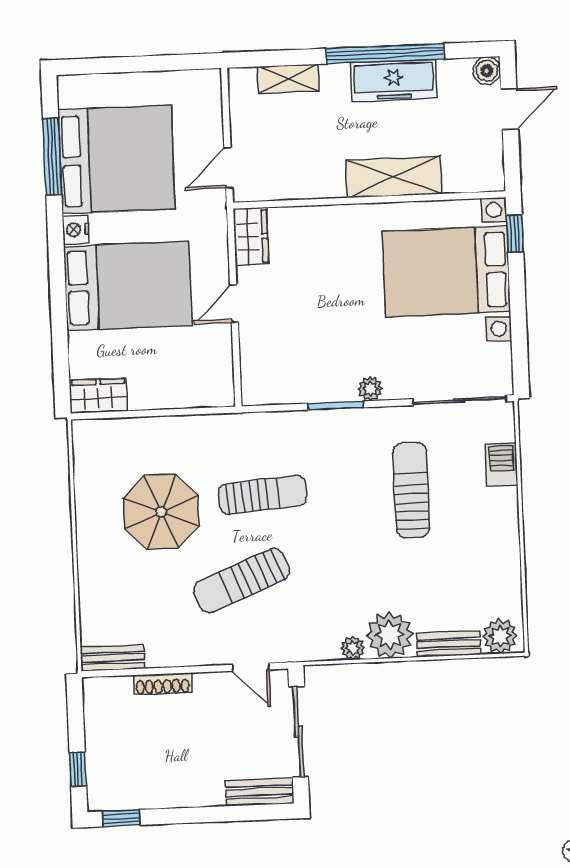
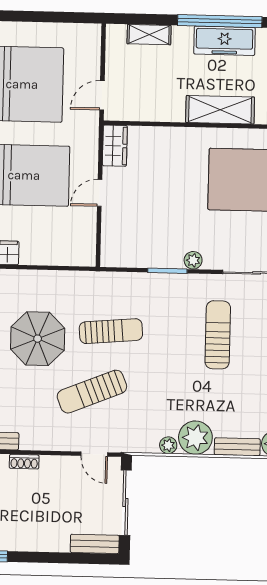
shoe rack: (163, 684) -> (24, 462), width x0.70

